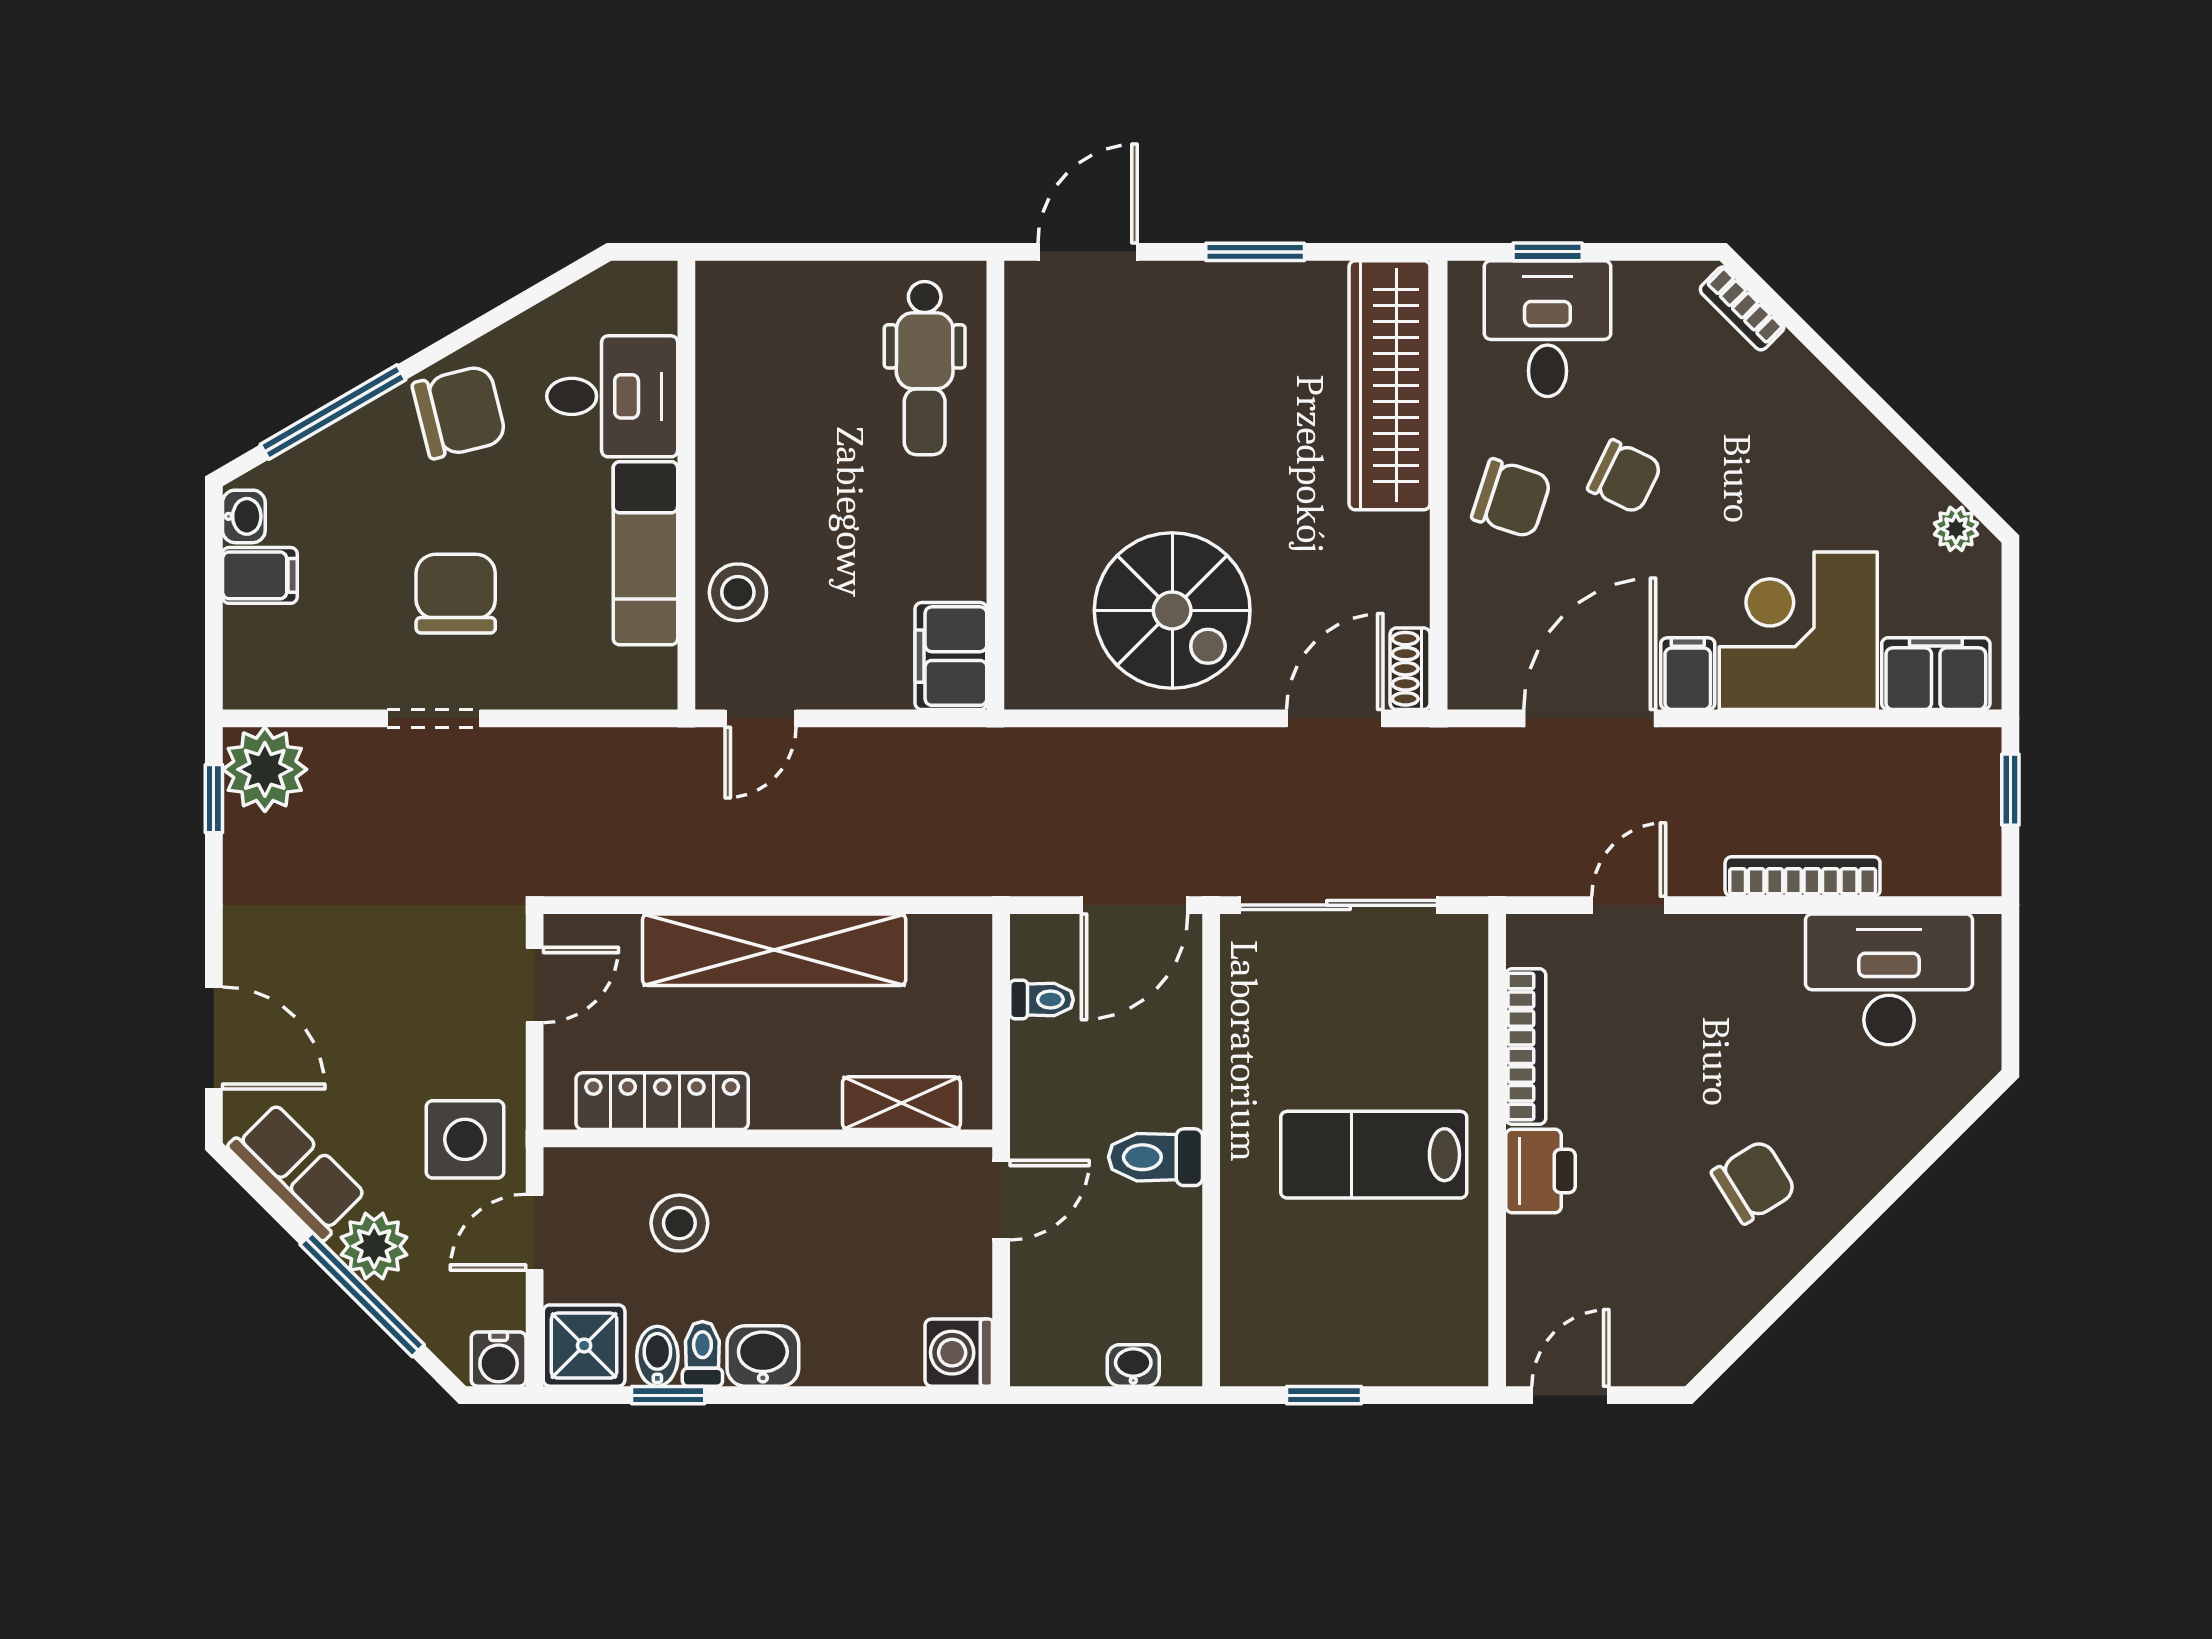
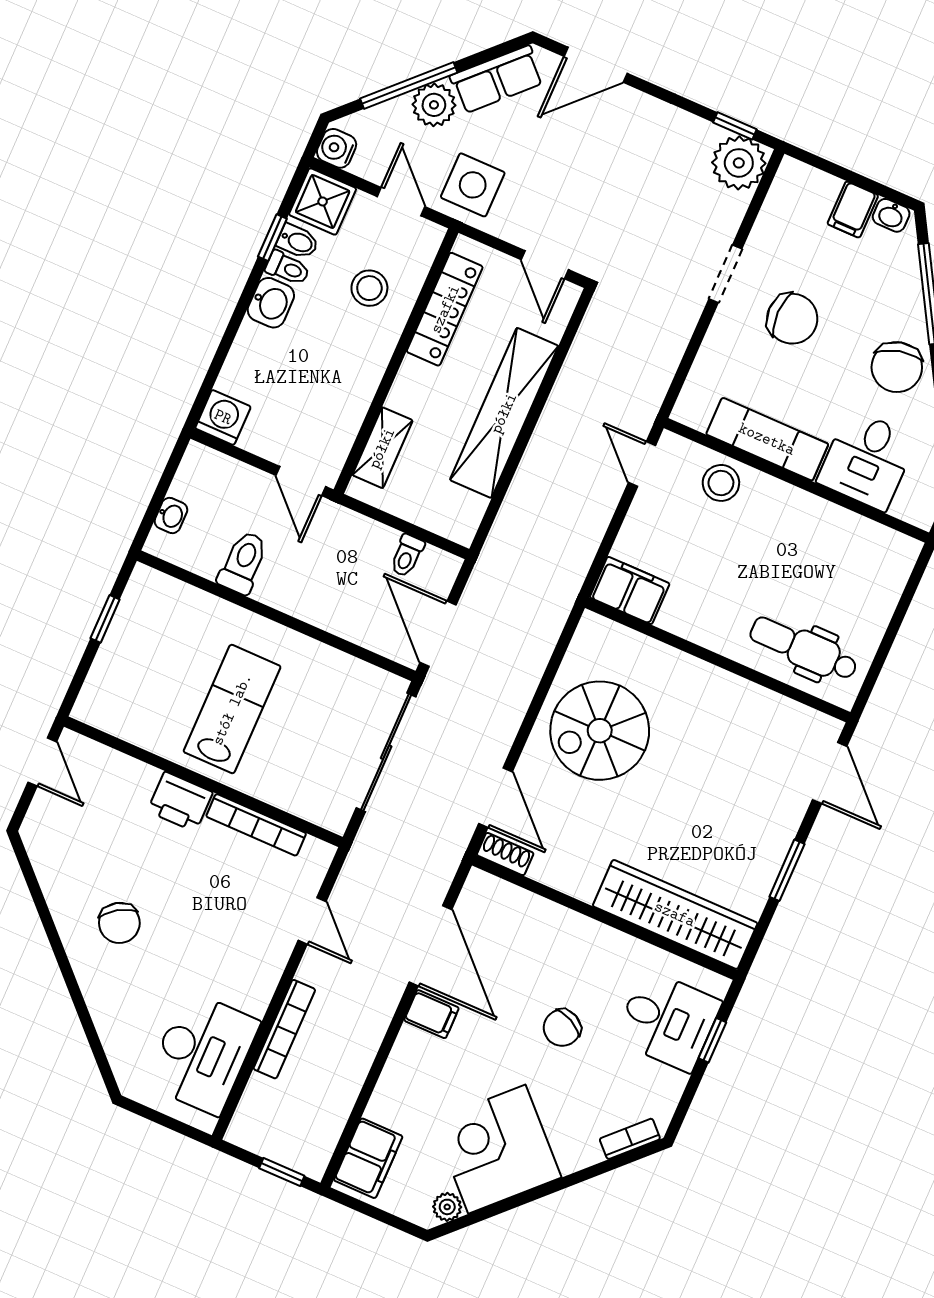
chair: (1511, 498) -> (578, 956), removed
corner desk: (1798, 631) -> (497, 1149), moved, turned -135
toilet: (1156, 1157) -> (243, 563), moved

